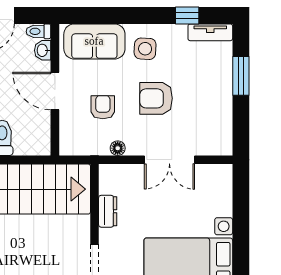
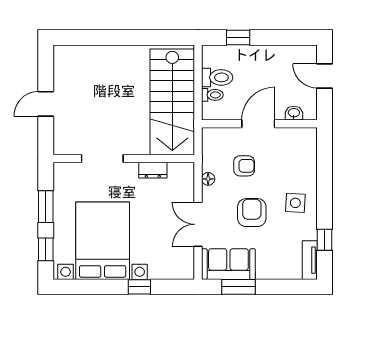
toilet: (38, 31) -> (212, 95), moved, turned 90
sofa: (94, 41) -> (228, 264), moved, turned 90
window: (241, 76) -> (239, 287), moved
window: (241, 227) -> (139, 287), added

